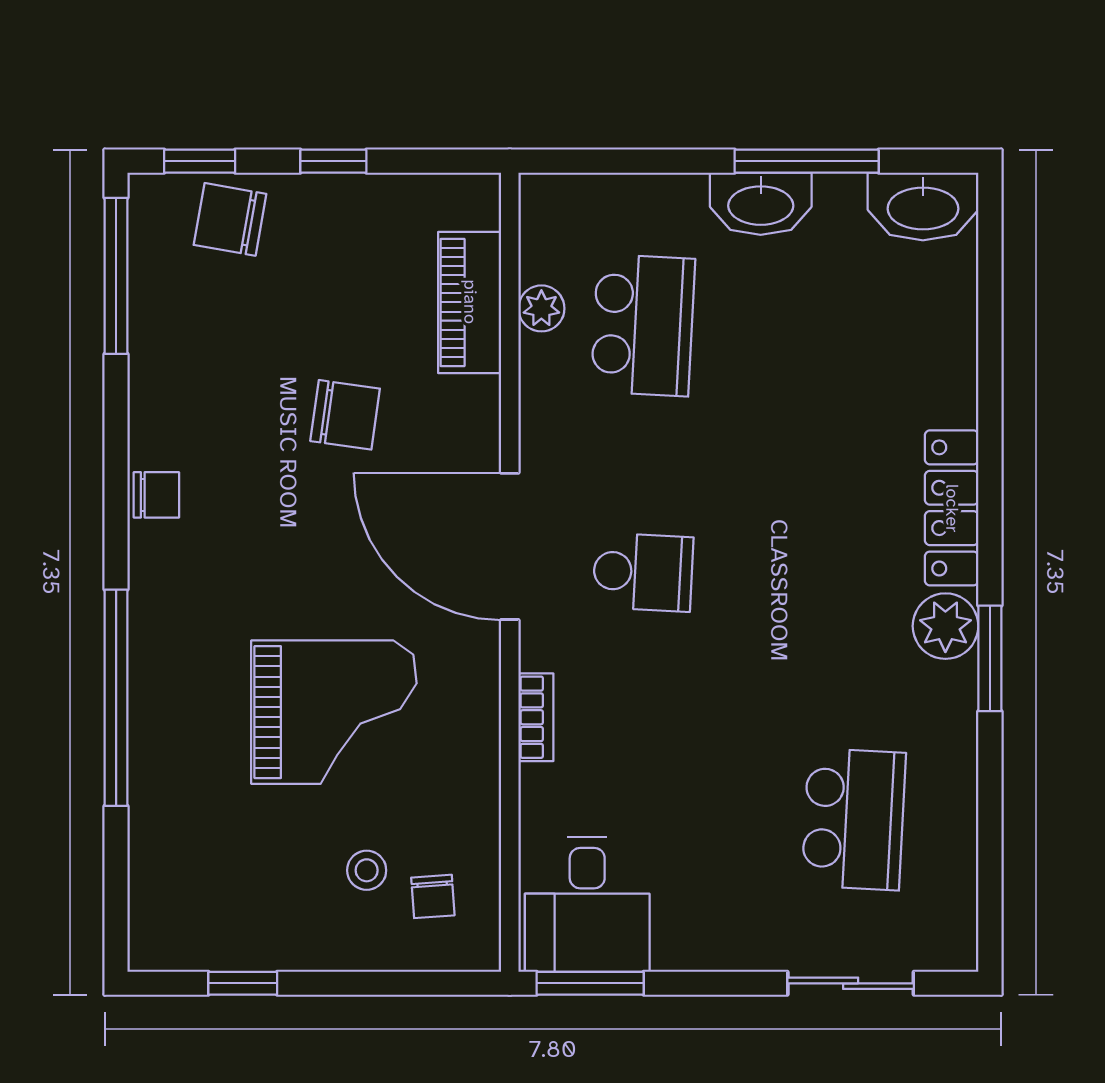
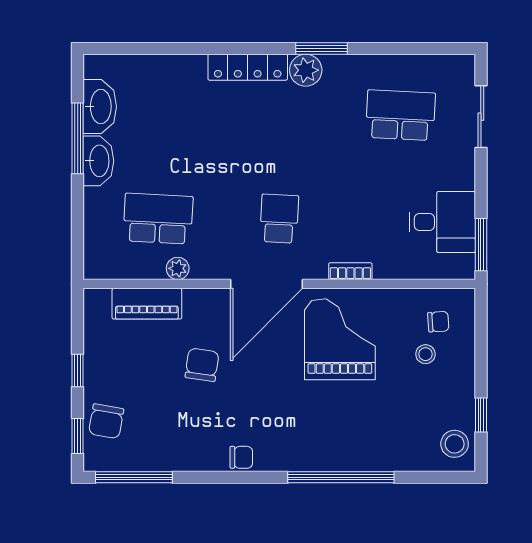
washbasin: (923, 206) -> (100, 107), moved
plant: (541, 308) -> (178, 268), moved
chair: (156, 495) -> (241, 457), turned 90
grand piano: (334, 712) -> (340, 339), moved
desk: (587, 904) -> (442, 222), moved
stool: (184, 930) -> (455, 444), added

